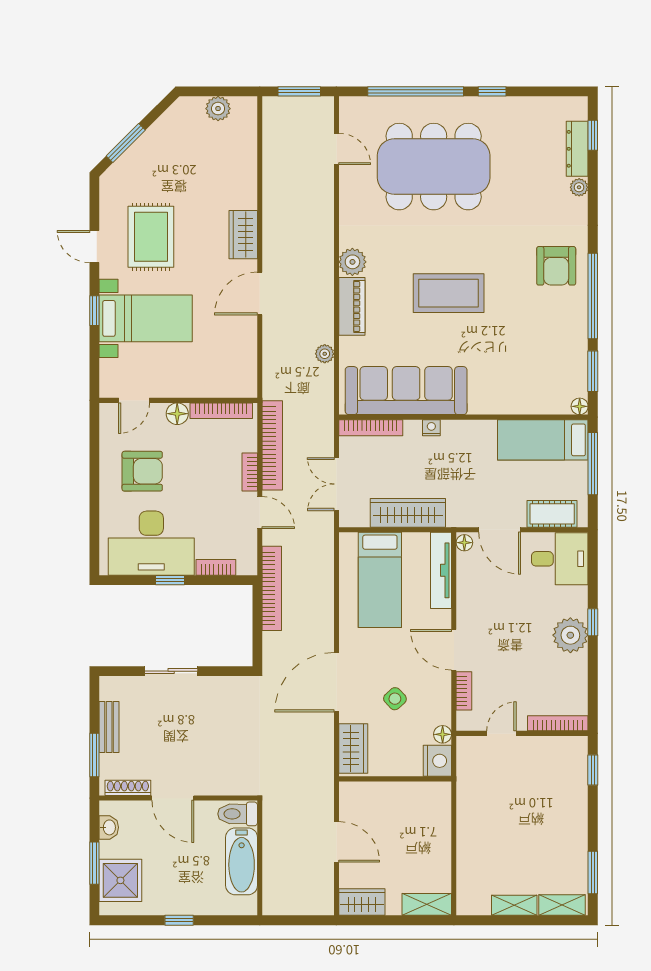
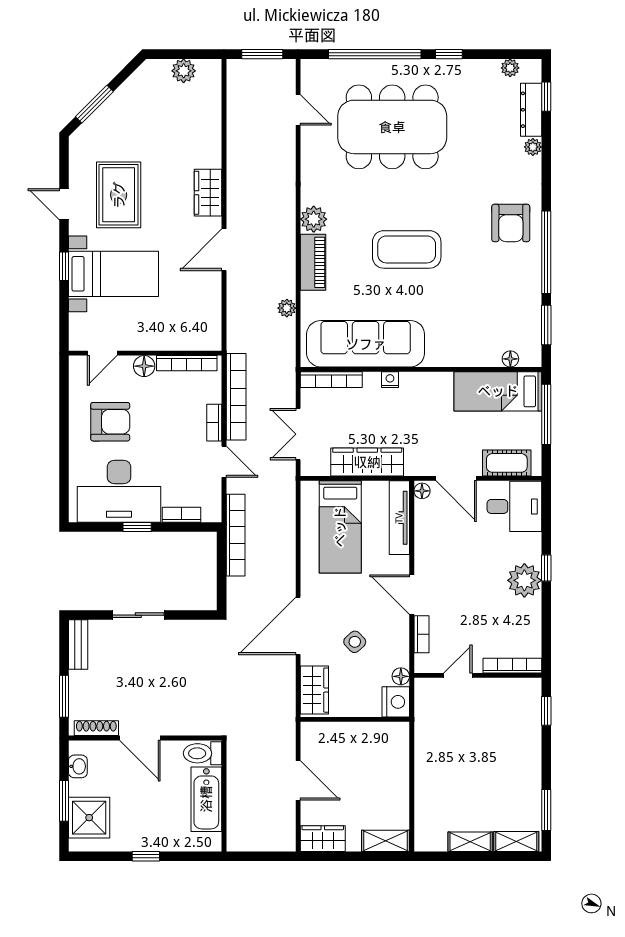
plant: (555, 105) -> (510, 68), added
floor lamp: (580, 406) -> (510, 359), moved
bench: (109, 727) -> (78, 645), moved

